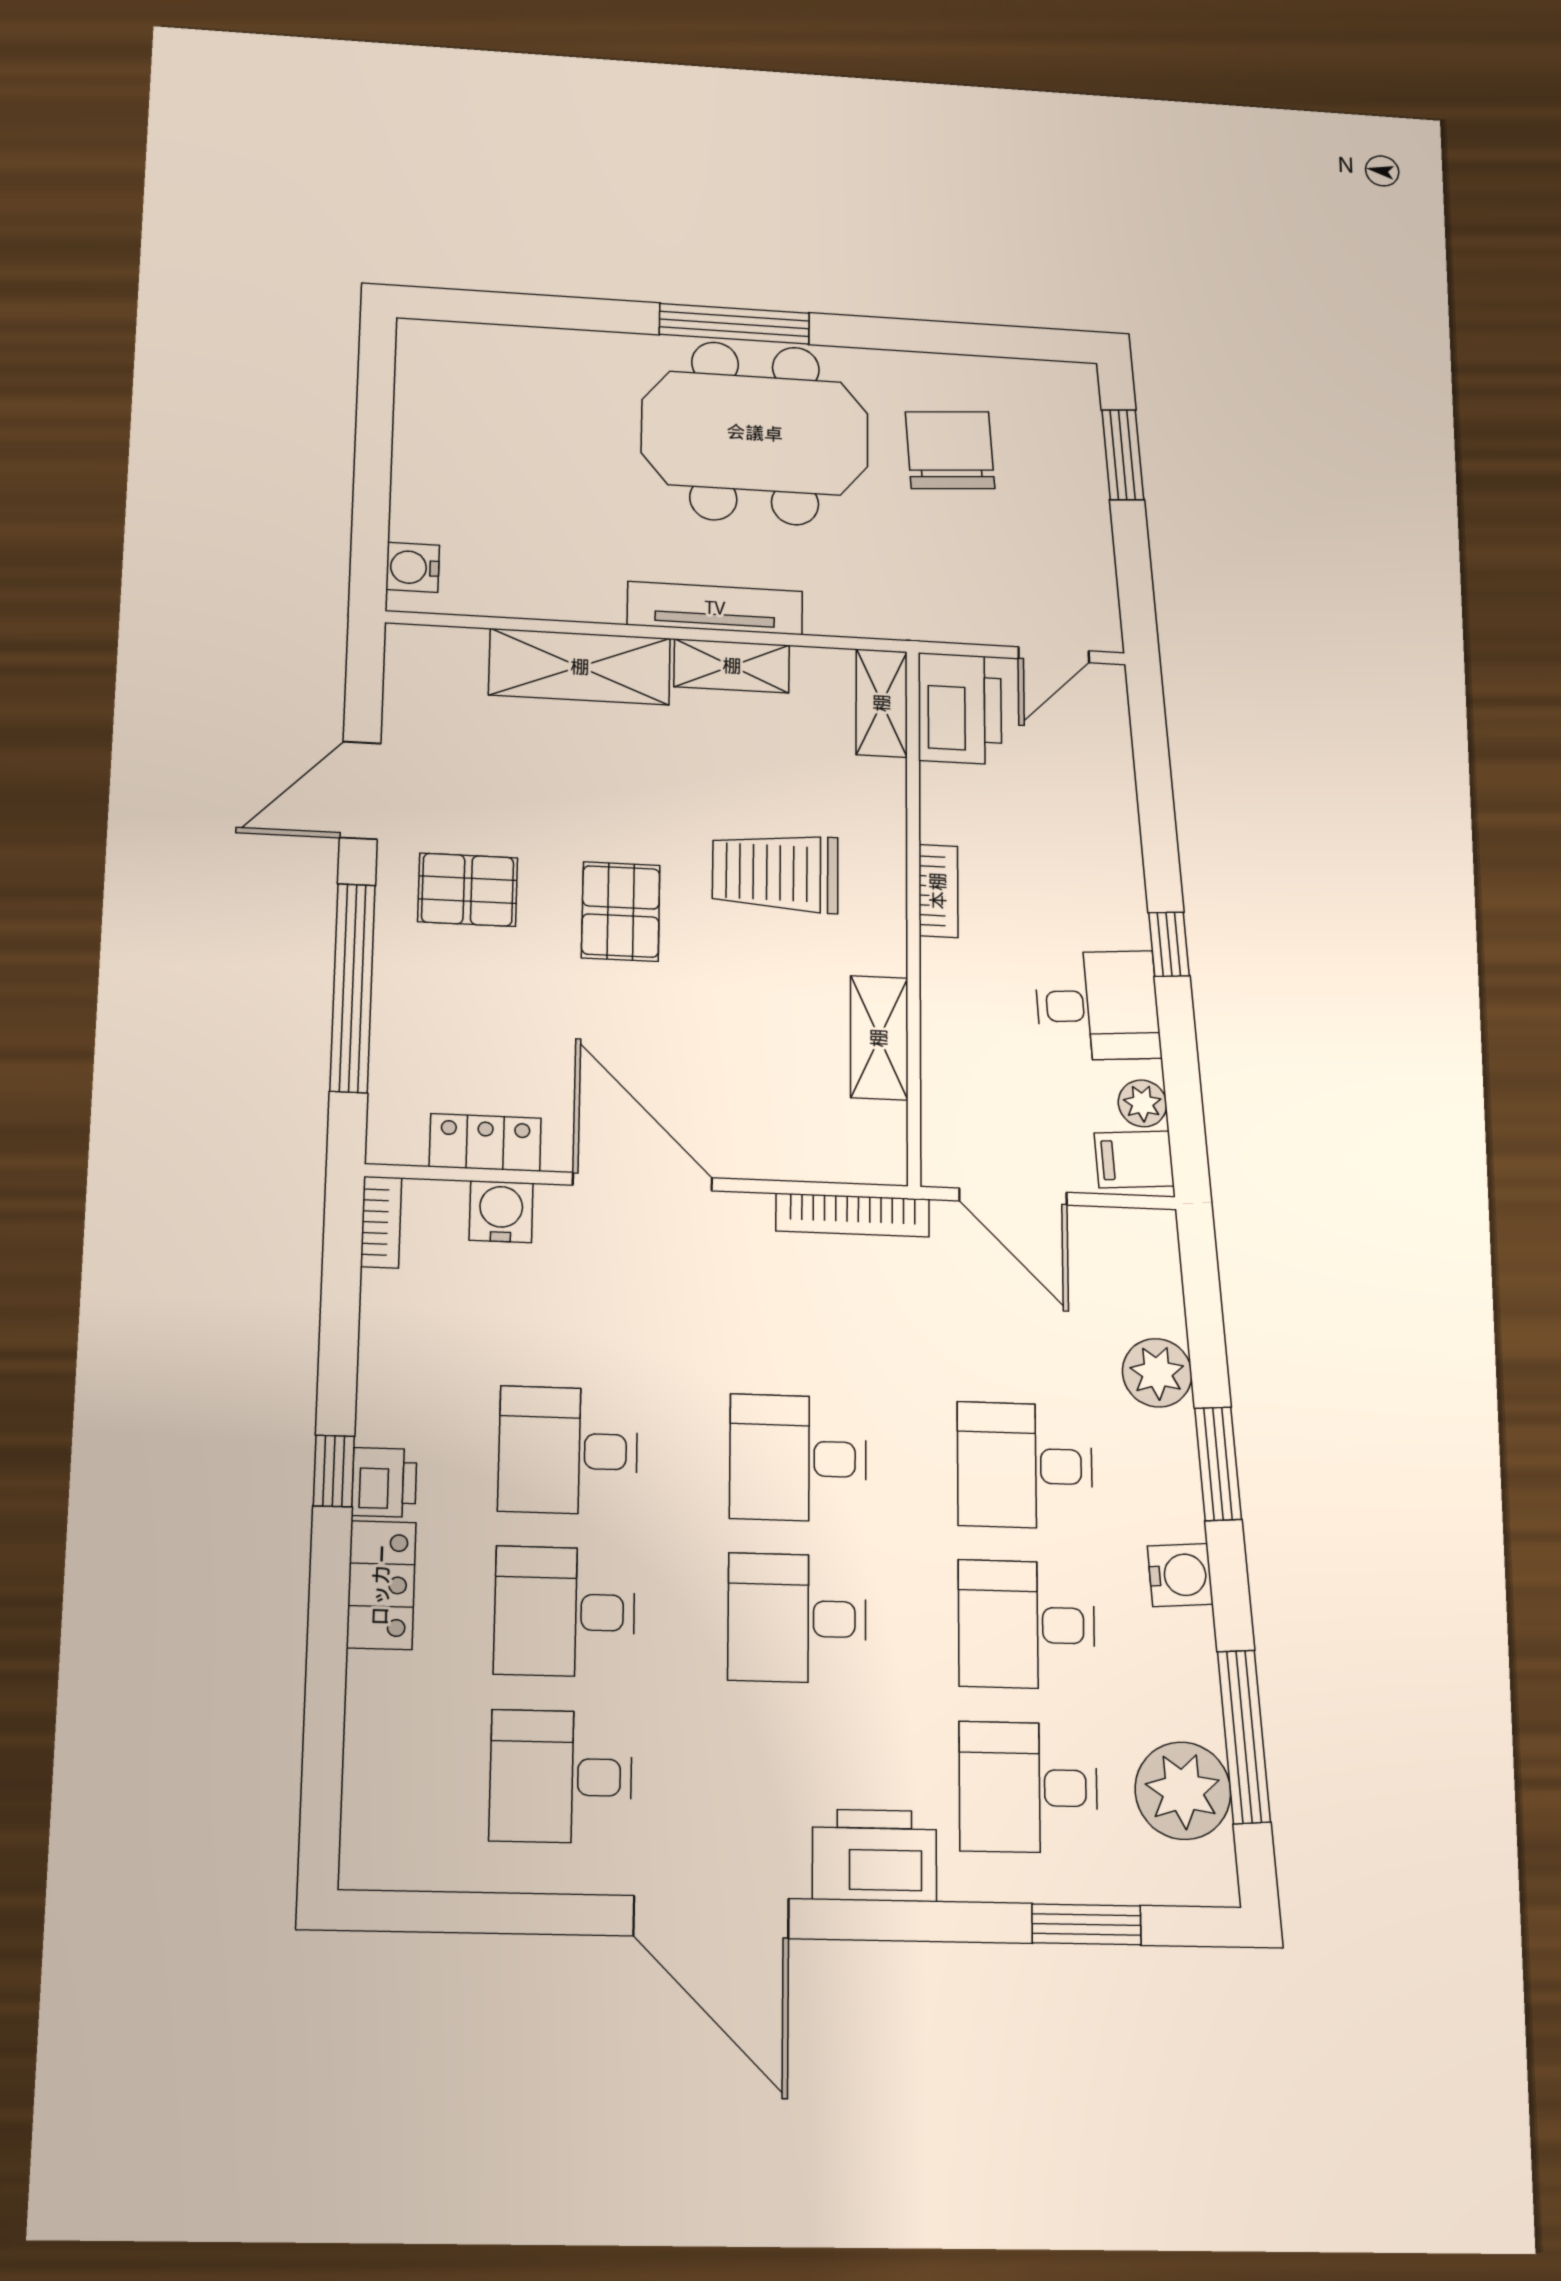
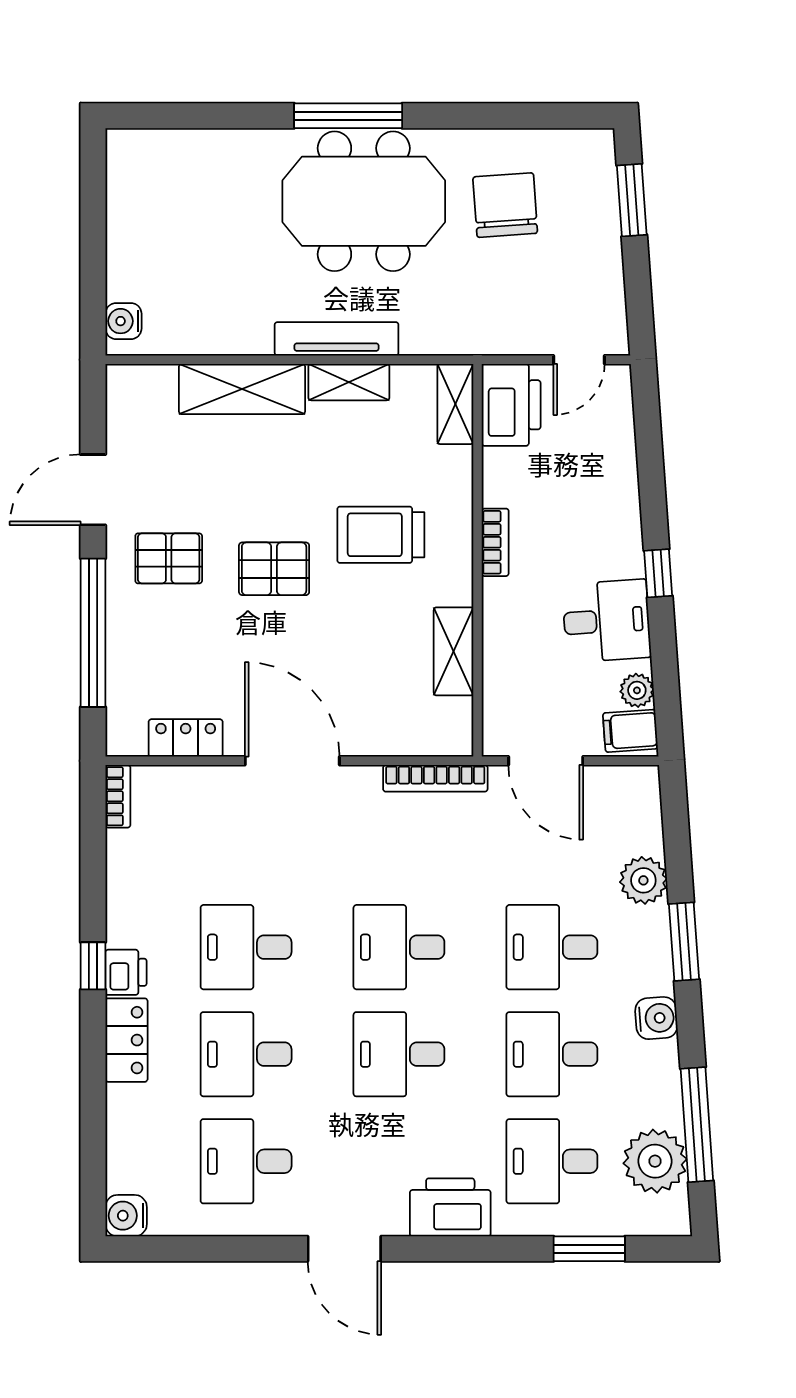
pallet: (621, 912) -> (274, 569), turned 90
water cooler: (501, 1212) -> (126, 1216), moved, turned -90
door: (711, 1917) -> (344, 1249), width x0.73

